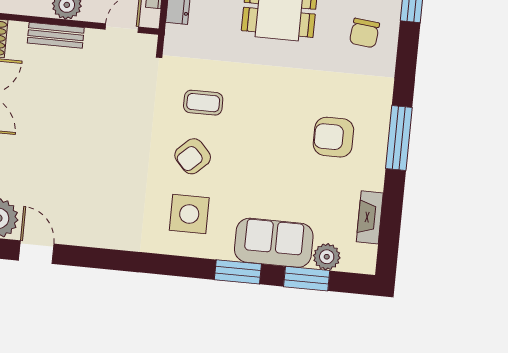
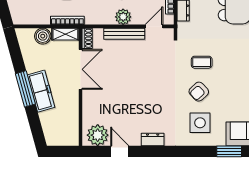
bench: (56, 35) -> (124, 34), width x1.36
dresser: (99, 236) -> (153, 139), added

